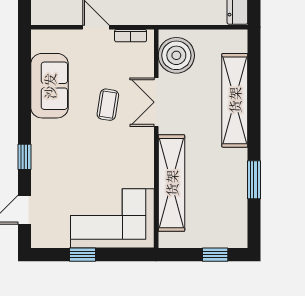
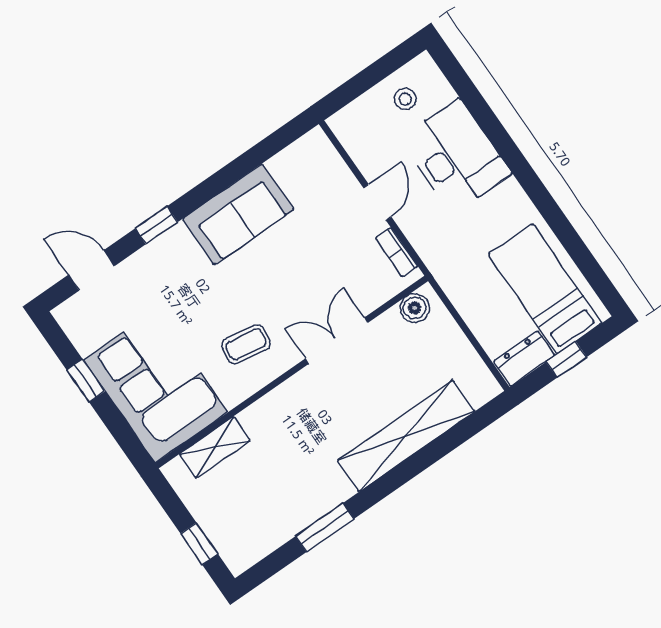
boiler: (176, 55) -> (415, 308), width x0.54, depth x0.54
sofa: (50, 86) -> (238, 214), moved
coffee table: (108, 105) -> (246, 344), moved
shelving: (172, 183) -> (215, 447), width x0.45, depth x0.75

